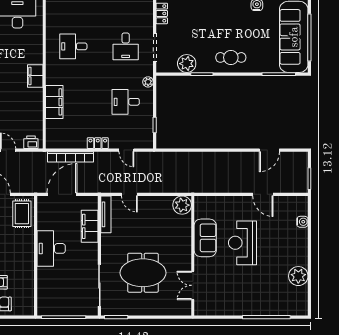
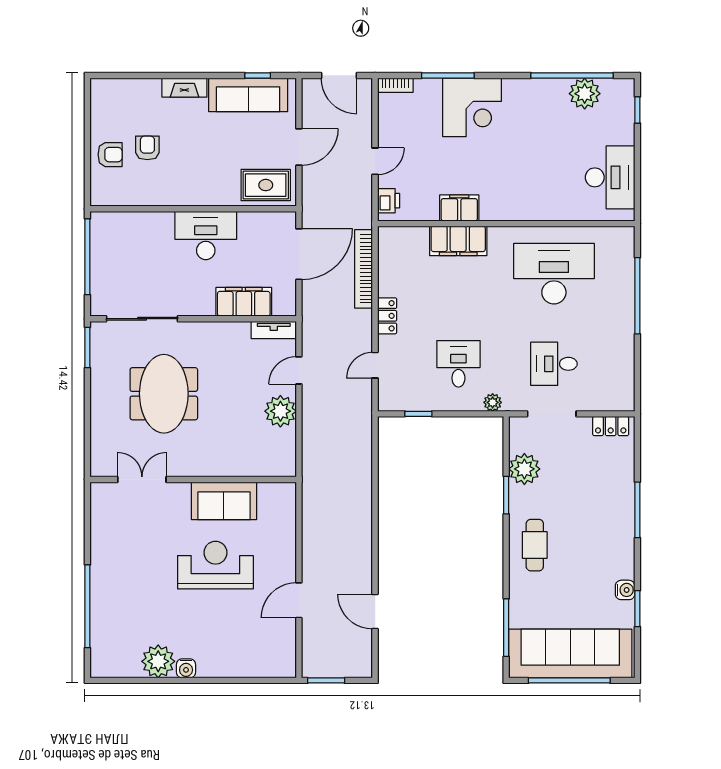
desk: (73, 46) -> (554, 274), width x1.87, depth x1.30
filing cabinet: (35, 76) -> (459, 208), moved
door: (62, 194) -> (299, 254), hinge flipped
plant: (182, 205) -> (280, 411), moved
tv unit: (106, 214) -> (274, 330), width x0.71
water cooler: (302, 222) -> (186, 668), moved

